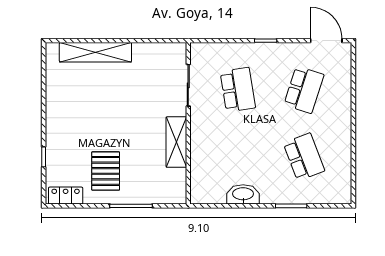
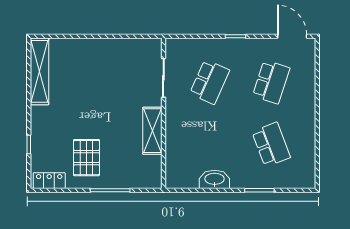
shelving: (95, 52) -> (40, 71), moved, turned 90
school desk: (238, 90) -> (210, 82), turned 33

